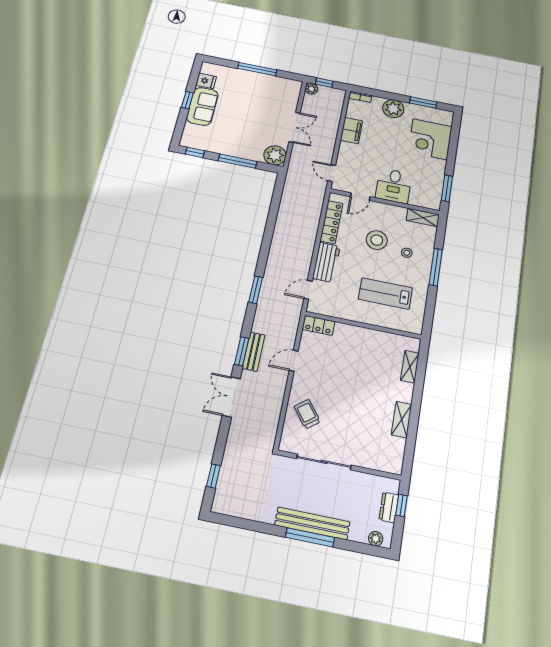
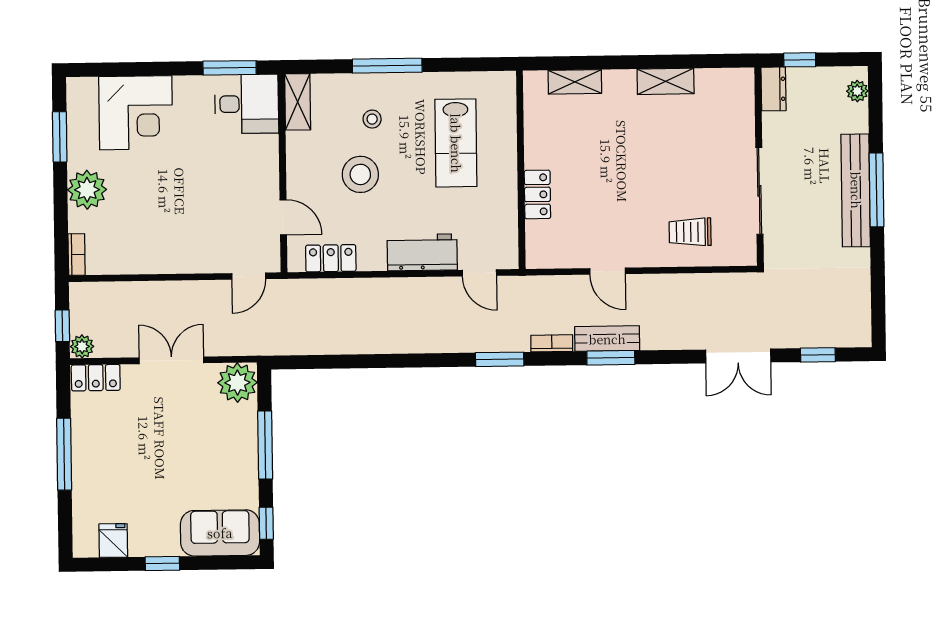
locker: (294, 91) -> (96, 378), added
sofa: (202, 106) -> (220, 533), moved
filing cabinet: (351, 131) -> (153, 257), removed
desk: (394, 186) -> (247, 104), moved
locker: (331, 222) -> (331, 258), width x0.66
bookcase: (258, 320) -> (552, 343), added
locker: (319, 325) -> (537, 194), moved
double door: (231, 397) -> (738, 356), moved
trolley: (307, 414) -> (690, 232), turned 38
dresser: (389, 507) -> (774, 89), moved, turned -90

